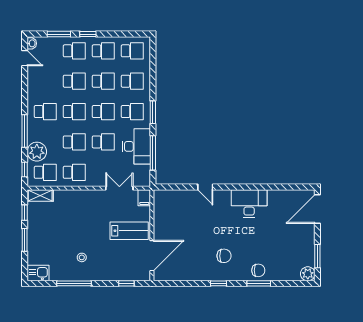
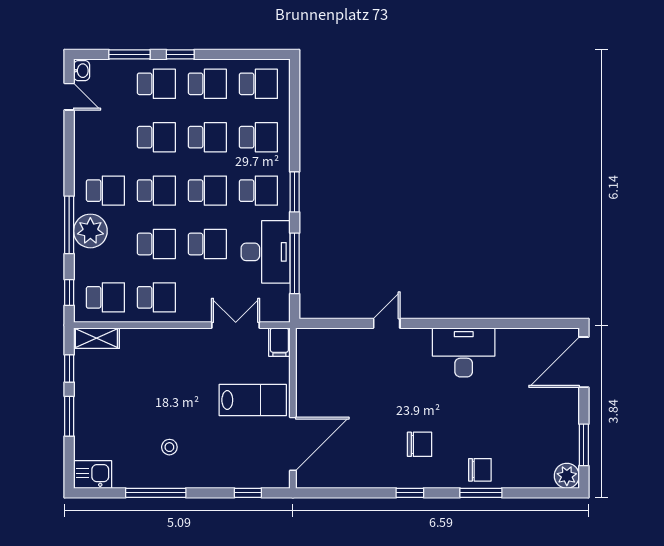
plant: (37, 152) -> (90, 231), moved
door: (205, 187) -> (387, 323), swing flipped

